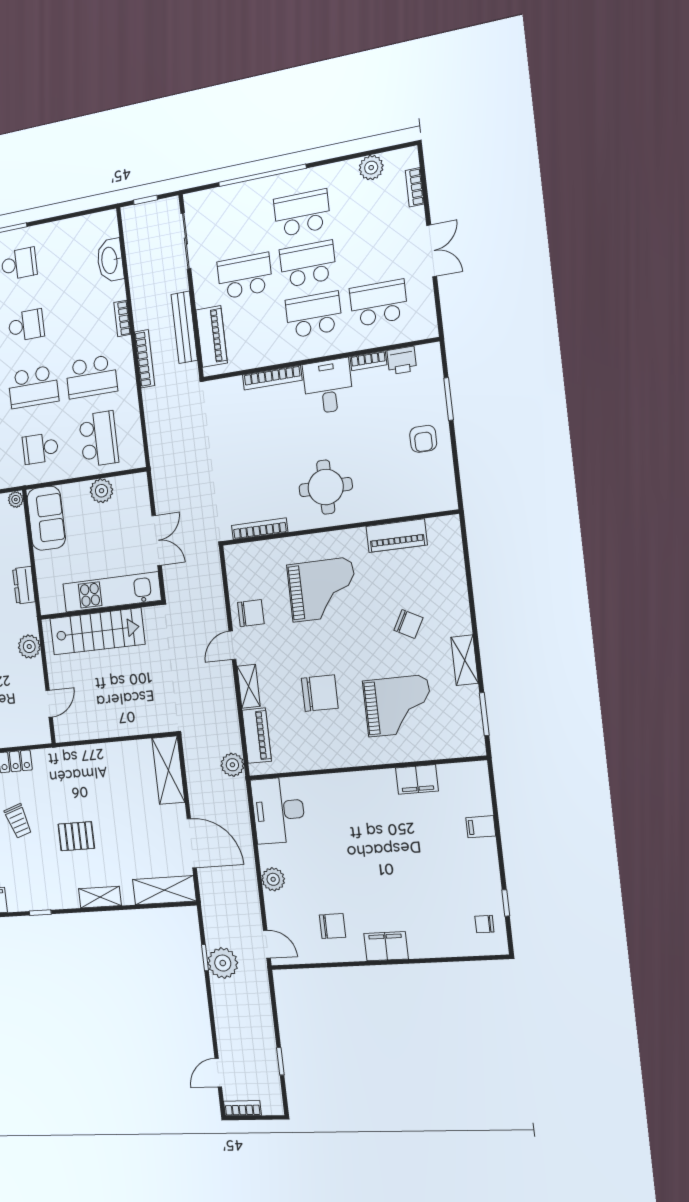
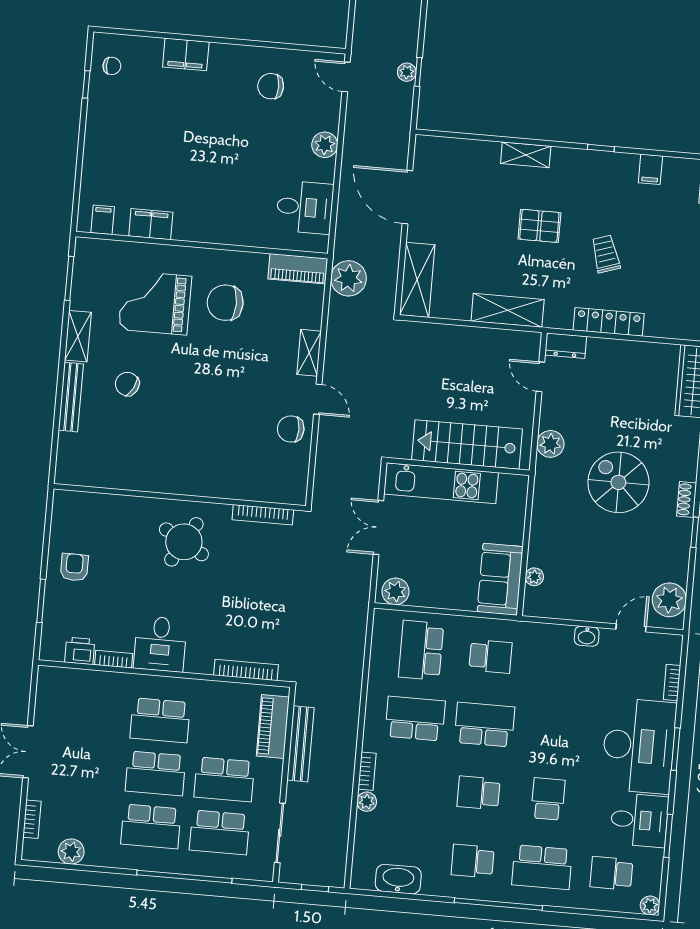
washbasin: (110, 260) -> (398, 879), moved, turned -90
plant: (117, 291) -> (367, 802), added
school desk: (379, 303) -> (220, 833), moved
bookcase: (145, 359) -> (351, 722), removed
bookcase: (272, 378) -> (246, 670), moved
round table: (326, 487) -> (184, 542), turned 30
plant: (101, 491) -> (395, 591), moved
plant: (16, 500) -> (534, 577), moved
piano: (397, 536) -> (121, 476), removed
dresser: (24, 585) -> (566, 346), moved, turned 90
grand piano: (322, 590) -> (209, 437), removed
bench: (460, 601) -> (71, 397), added
door: (232, 645) -> (318, 399), hinge flipped
chair: (320, 693) -> (225, 303), moved
door: (49, 704) -> (540, 377), hinge flipped
piano: (257, 736) -> (298, 269), moved, turned -90
plant: (232, 765) -> (349, 278), width x1.36, depth x1.36
desk: (278, 810) -> (305, 207), width x0.73
filing cabinet: (481, 827) -> (103, 220), moved, turned -90
shelving: (164, 890) -> (508, 310), moved
filing cabinet: (386, 946) -> (186, 54), moved
plant: (223, 963) -> (407, 72), width x0.53, depth x0.53

